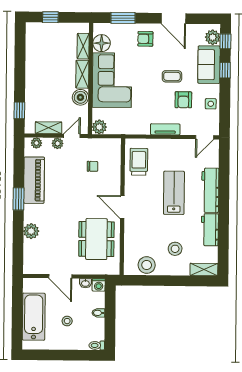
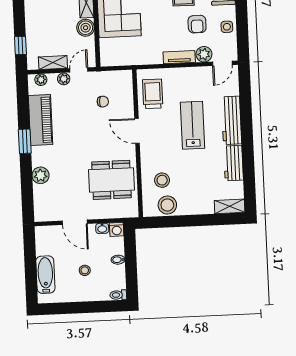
plant: (99, 127) -> (204, 54), moved
door: (122, 207) -> (137, 131), moved
dining table: (96, 239) -> (111, 180), turned 90
stool: (175, 249) -> (162, 180), moved
bathtub: (34, 317) -> (45, 275), width x0.73, depth x0.73

